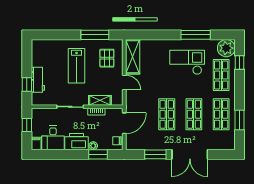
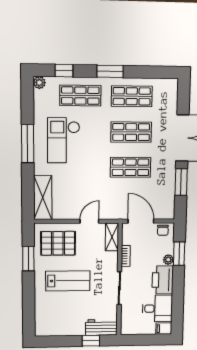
window: (95, 35) -> (28, 259), width x0.69
window: (196, 35) -> (28, 144), moved
plant: (226, 48) -> (39, 83), width x0.53, depth x0.53
shelving: (133, 57) -> (43, 198), moved, turned 90
pallet: (107, 58) -> (58, 243), width x1.50, depth x1.42
workbench: (38, 80) -> (101, 327), moved
shelving: (100, 100) -> (112, 237), moved
window: (239, 120) -> (110, 71), moved
window: (27, 125) -> (141, 340), removed

